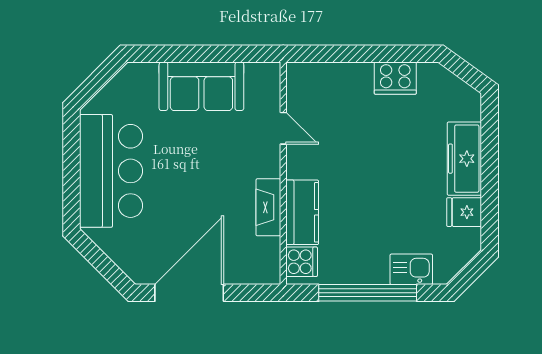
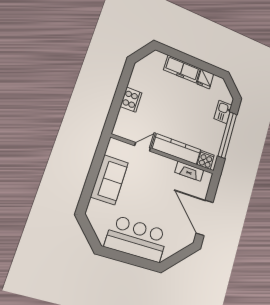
cooker: (395, 78) -> (131, 100), moved
fireplace: (268, 207) -> (189, 171), moved
kitchen counter: (302, 212) -> (177, 149), width x1.50

